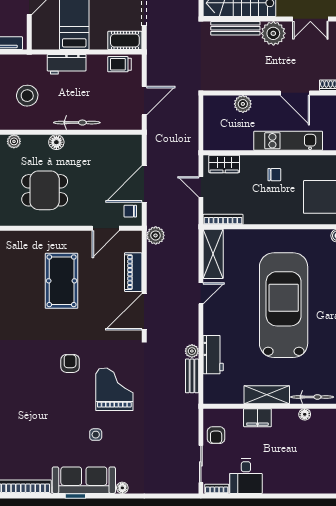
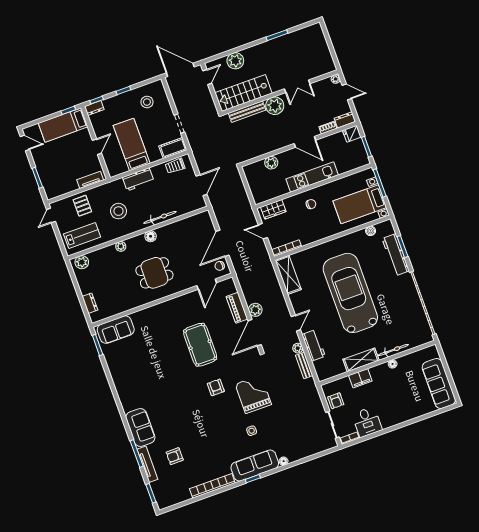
plant: (156, 235) -> (255, 310), moved
pool table: (62, 281) -> (200, 345), moved
door: (201, 293) -> (296, 323), moved

